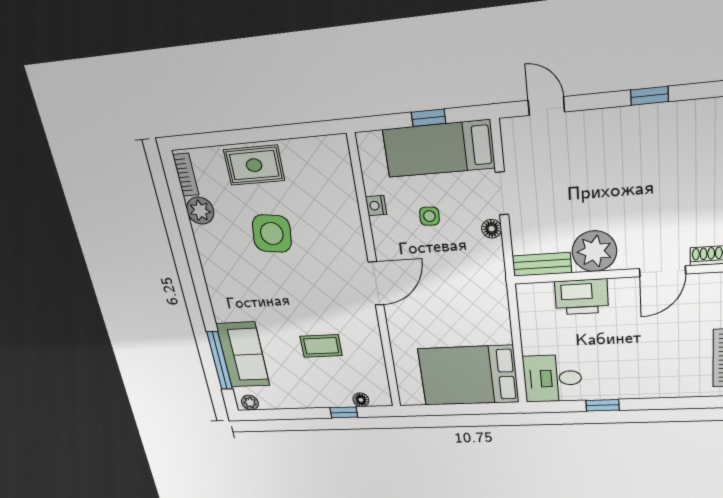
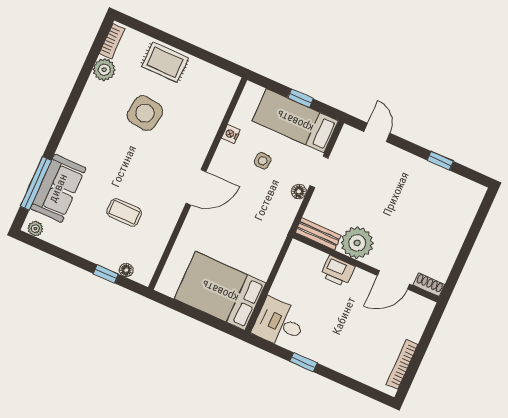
printer: (582, 297) -> (338, 271), width x0.73, depth x0.84

